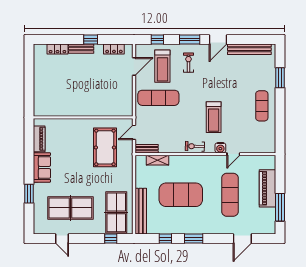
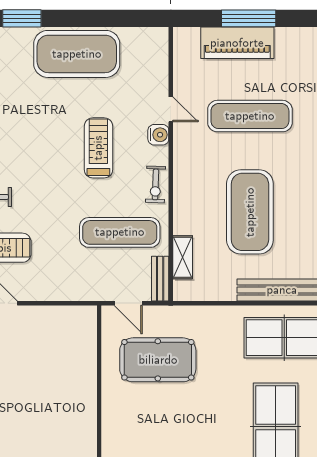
exercise mat: (158, 98) -> (120, 232), moved, turned 90
exercise mat: (262, 106) -> (77, 54), width x2.00, depth x1.45
treadmill: (214, 117) -> (98, 148), turned -90
window: (280, 207) -> (249, 18), moved

